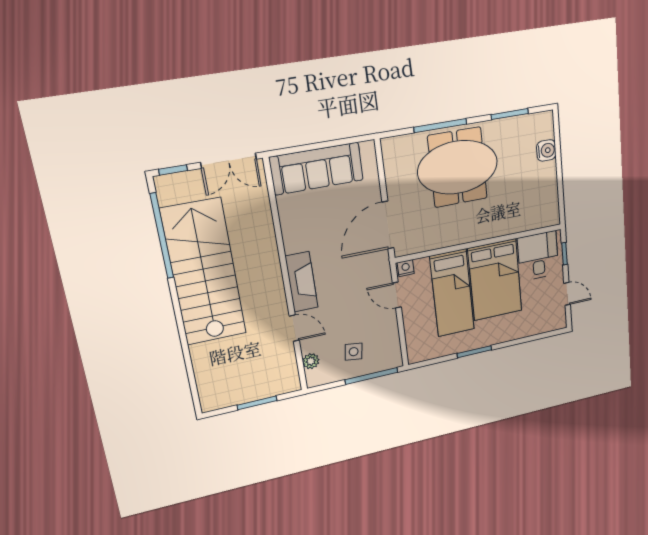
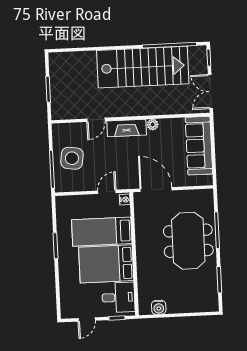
water cooler: (546, 150) -> (159, 307), moved
side table: (354, 352) -> (72, 158), width x1.87, depth x1.87
plant: (311, 361) -> (153, 125), moved

